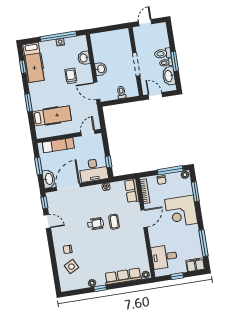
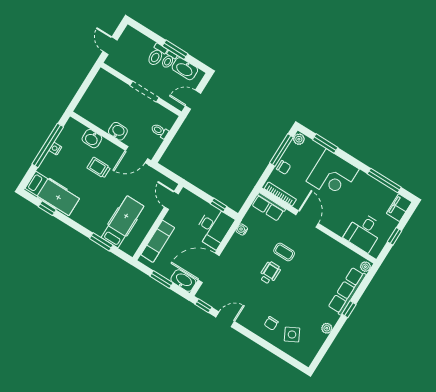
window: (29, 103) -> (101, 242), moved
door: (68, 187) -> (209, 268), hinge flipped
window: (100, 288) -> (349, 309), moved

